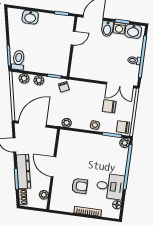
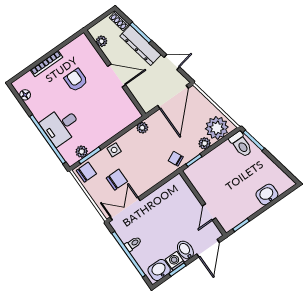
plant: (24, 78) -> (217, 128), width x1.87, depth x1.87
plant: (125, 143) -> (82, 152), moved
armchair: (80, 186) -> (76, 80), turned 90
desk: (110, 186) -> (61, 126), moved

